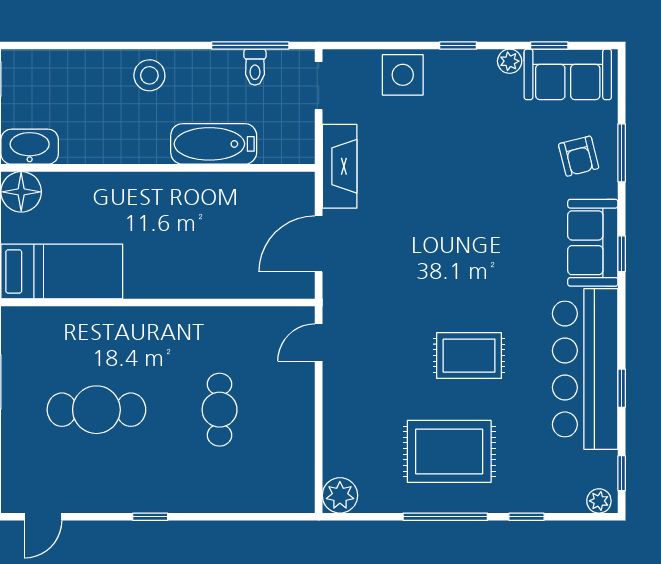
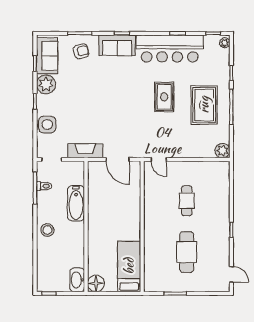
plant: (510, 61) -> (46, 84), width x1.88, depth x1.88
cafe table: (220, 410) -> (187, 201), turned 90

